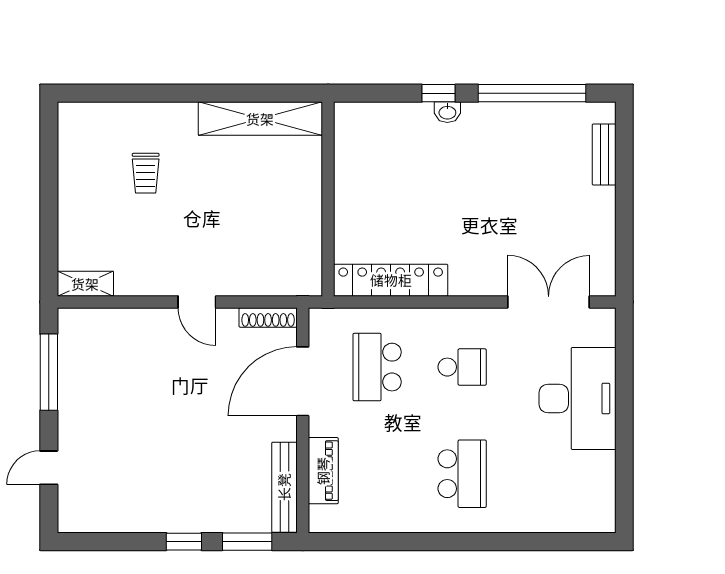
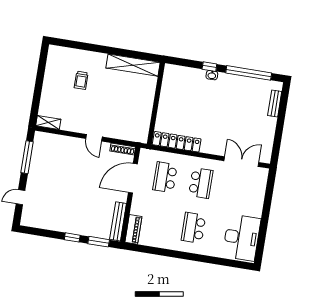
school desk: (462, 367) -> (201, 183), width x1.85
desk: (578, 399) -> (242, 238), moved
piano: (323, 471) -> (133, 229), moved
school desk: (462, 474) -> (193, 228), turned 180

